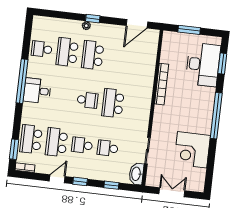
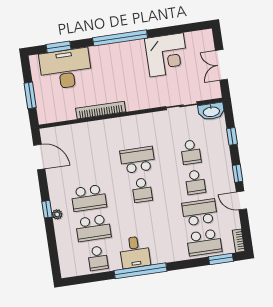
desk: (37, 91) -> (135, 252), moved
school desk: (87, 100) -> (142, 190), turned 180
school desk: (113, 103) -> (138, 160), turned 180
school desk: (57, 142) -> (200, 212), turned 180

